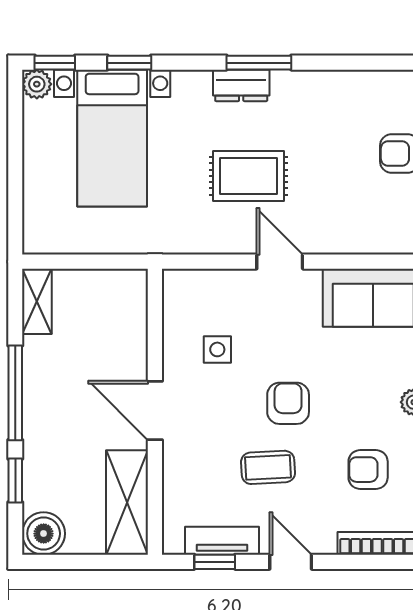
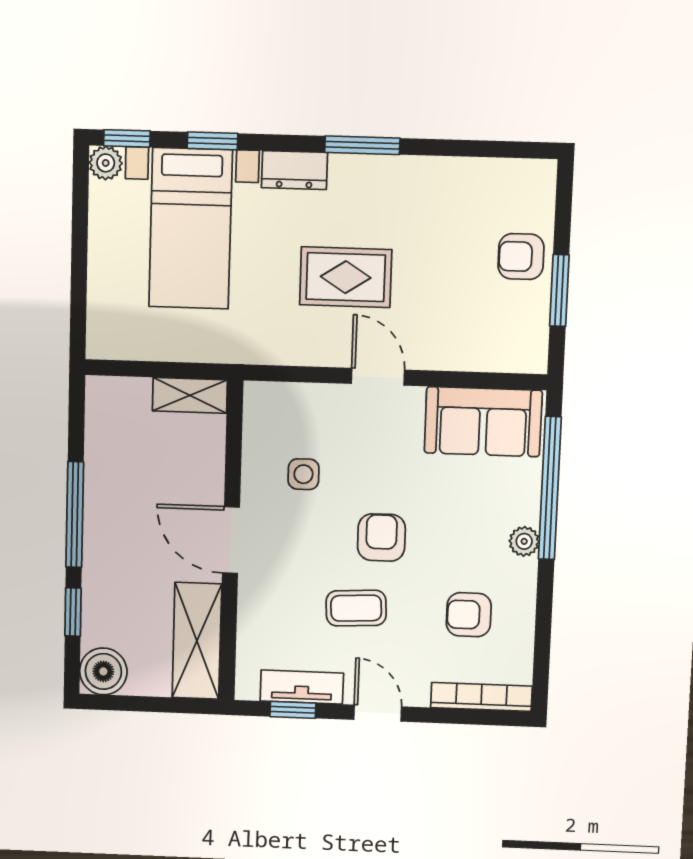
dresser: (241, 85) -> (294, 170), moved
shelving: (37, 301) -> (190, 395), moved, turned 90

